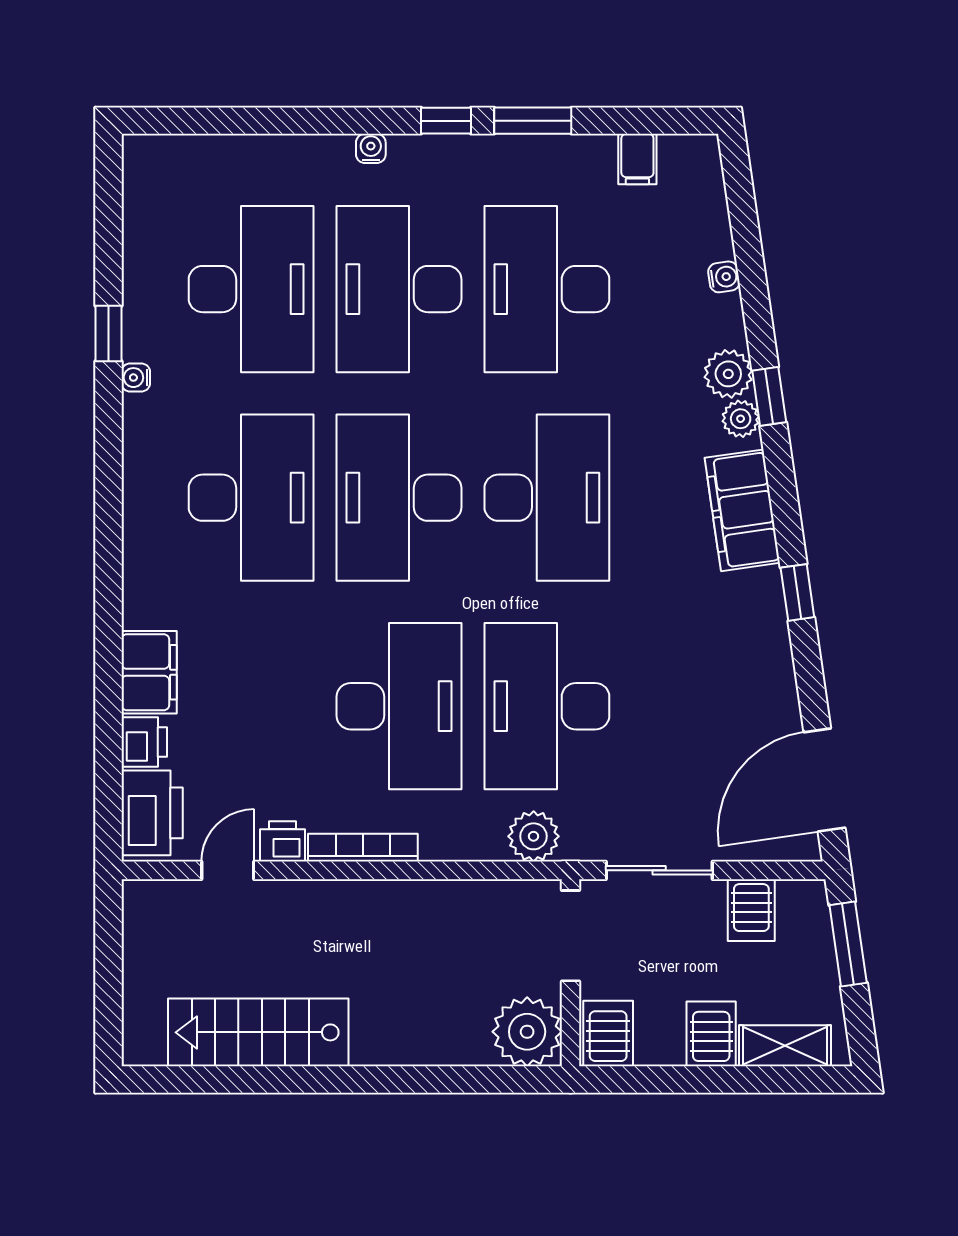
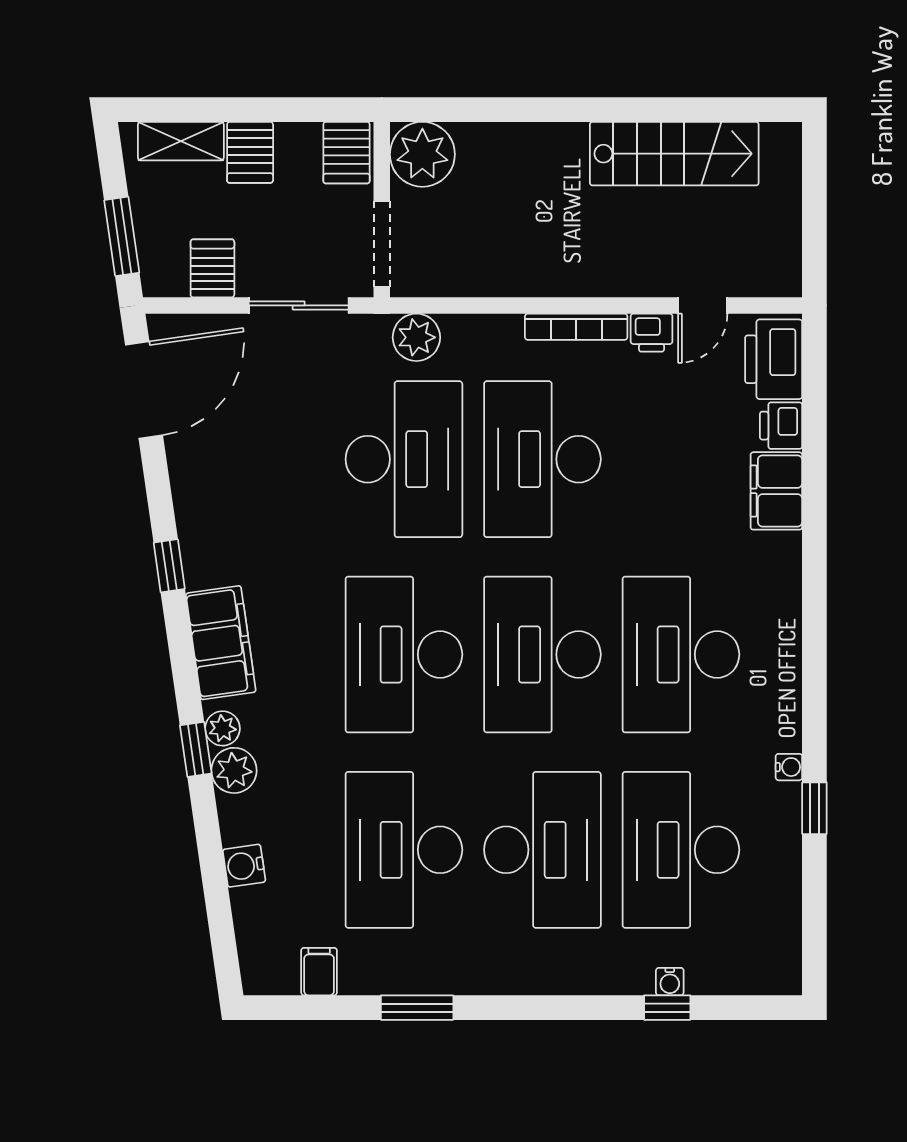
window: (446, 121) -> (667, 1008), moved
water cooler: (371, 148) -> (670, 982), moved
water cooler: (724, 277) -> (244, 866), width x1.38, depth x1.38
desk: (547, 289) -> (404, 850), turned 180
desk: (399, 498) -> (542, 654), turned 180

